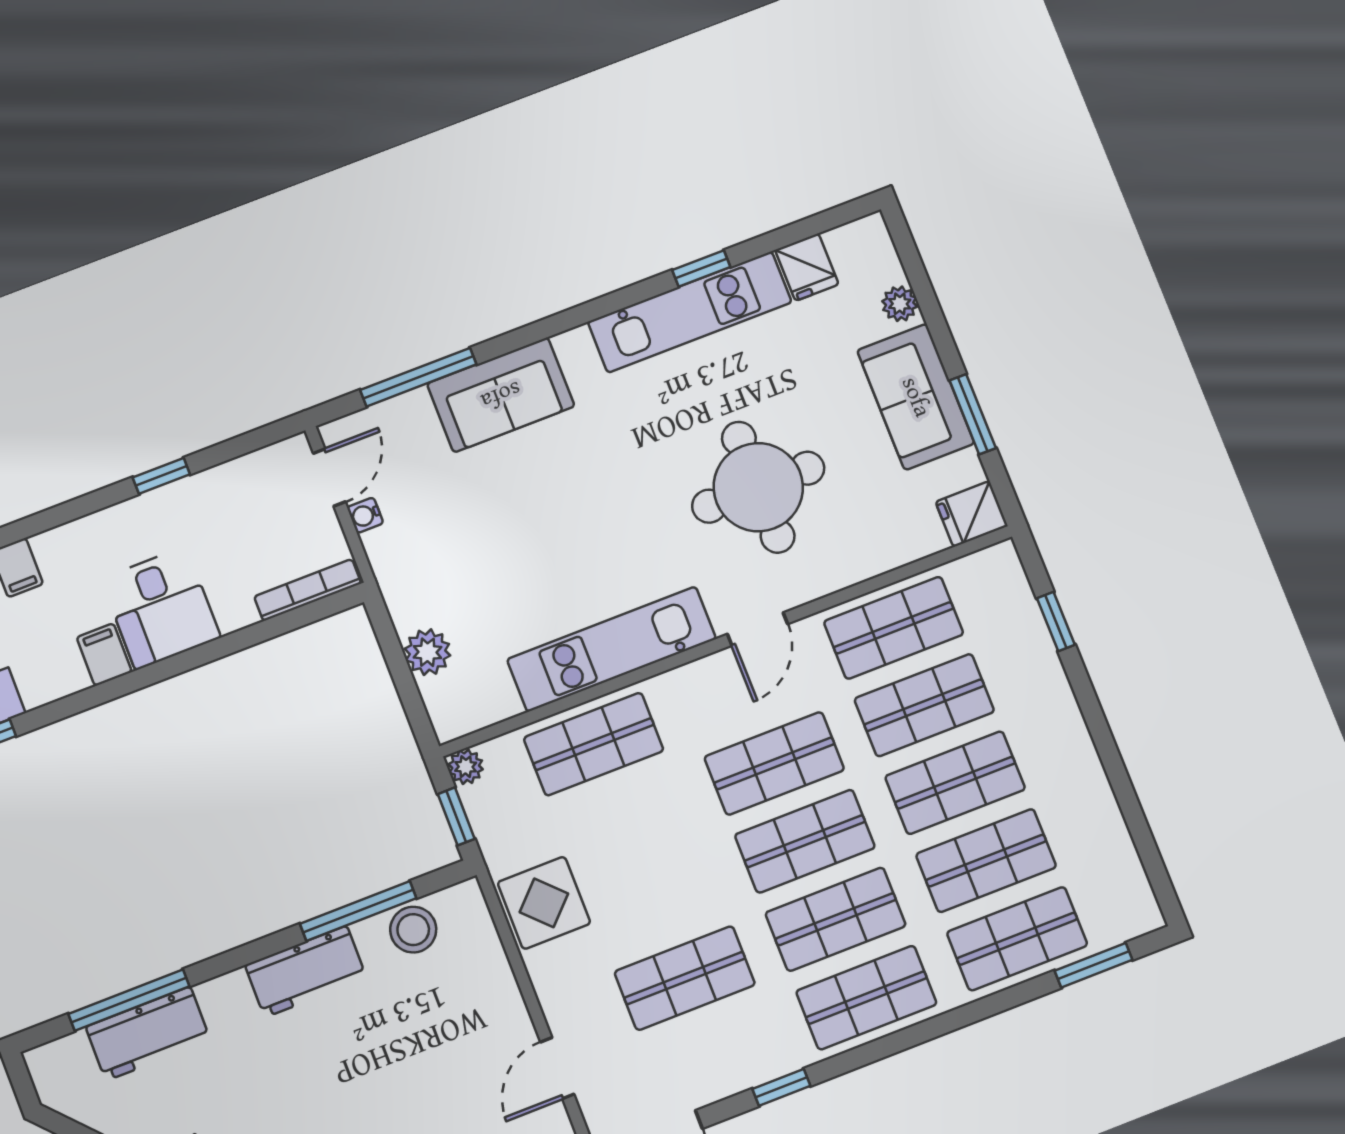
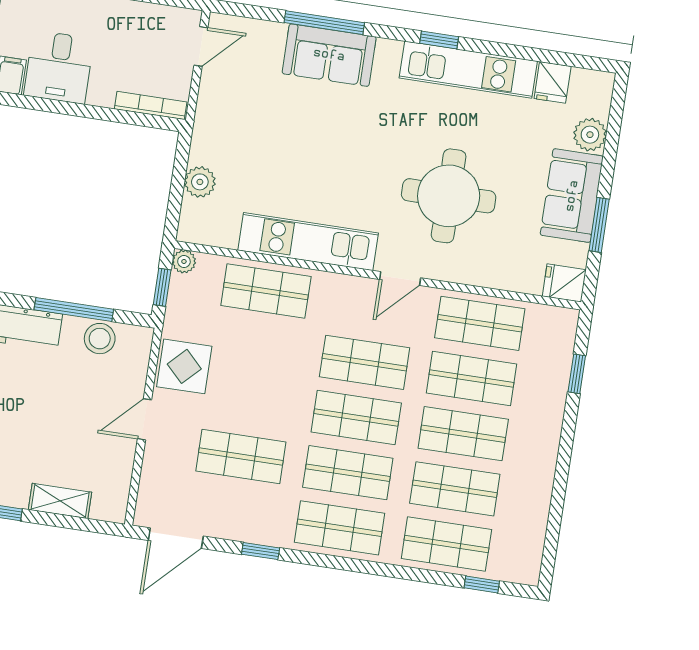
window: (701, 269) -> (439, 40), moved
plant: (900, 304) -> (590, 135), width x1.38, depth x1.38
window: (418, 377) -> (324, 23), moved
water cooler: (365, 515) -> (209, 81), removed
window: (1093, 965) -> (482, 584), width x0.67
door: (557, 1068) -> (144, 419), moved

